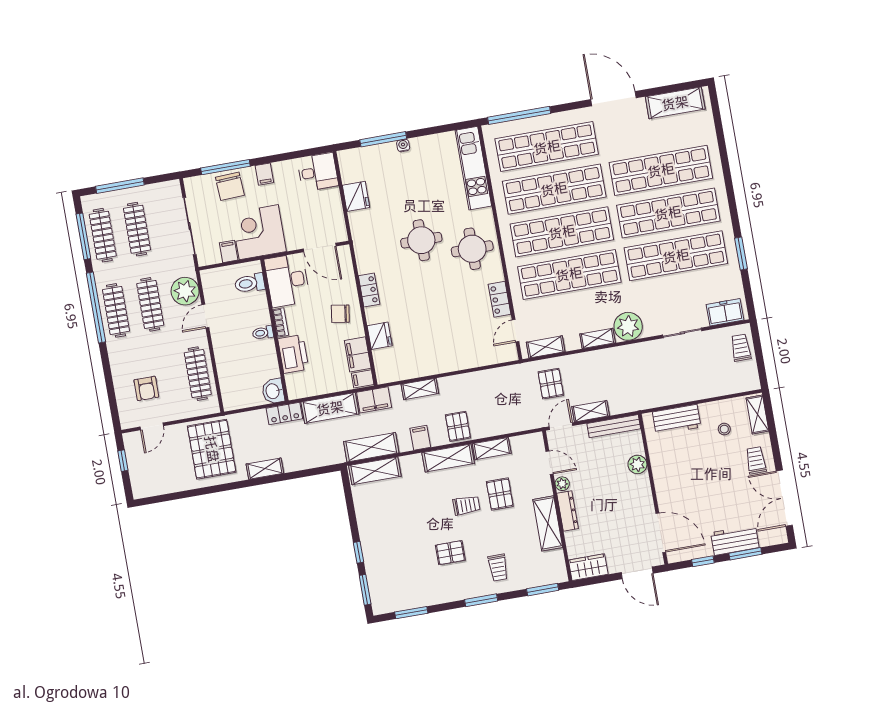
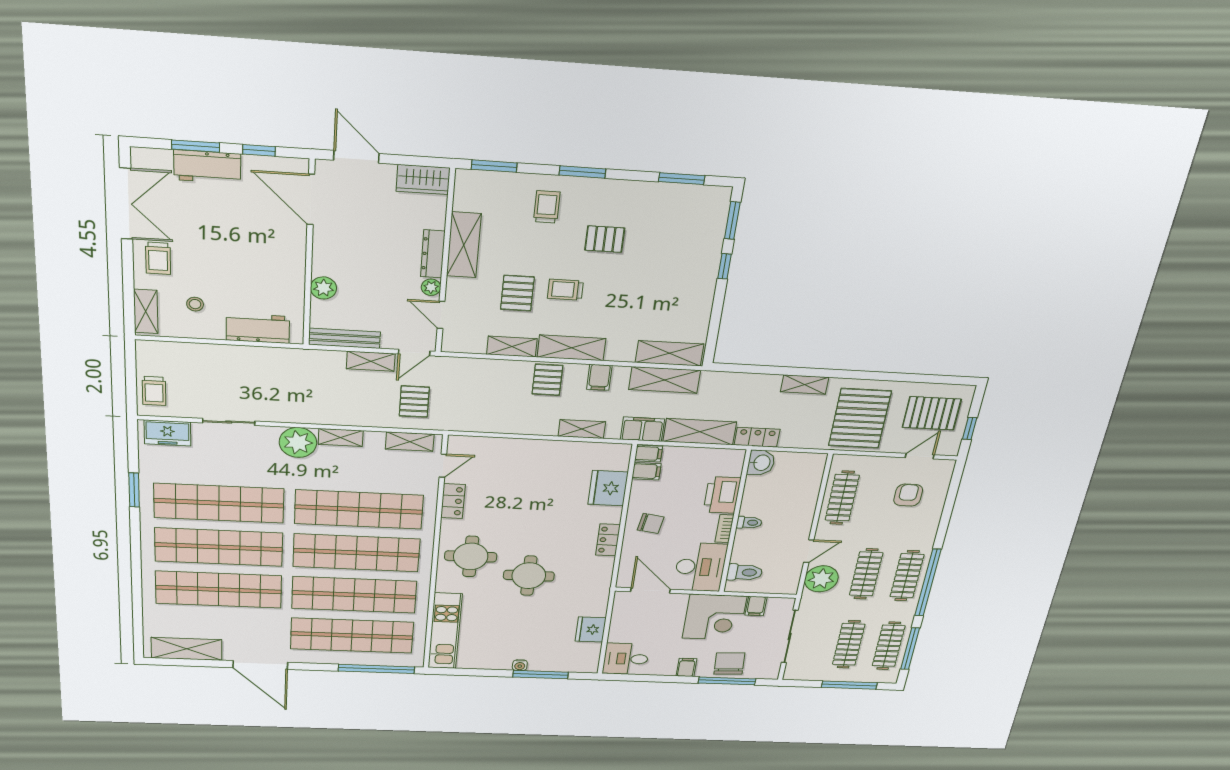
fridge: (380, 336) -> (608, 488), width x1.36, depth x1.34
filing cabinet: (358, 354) -> (646, 471), width x0.50
pallet: (158, 467) -> (932, 413), added

